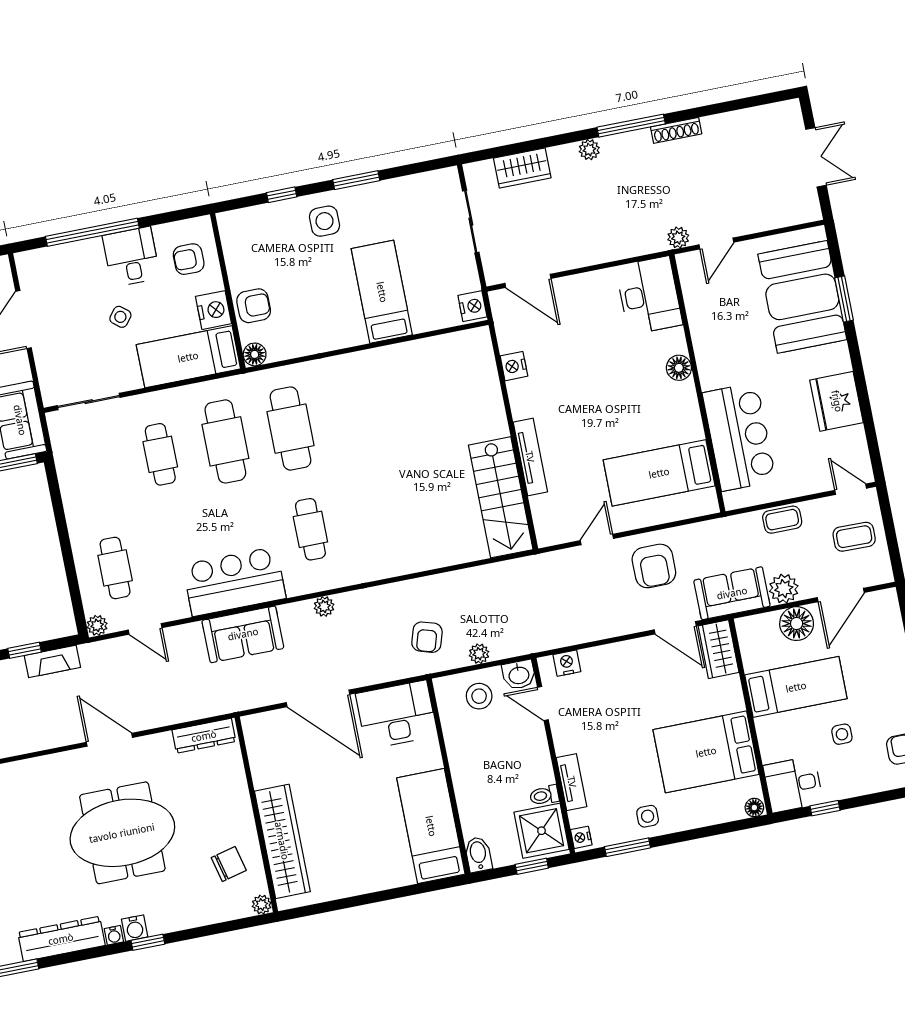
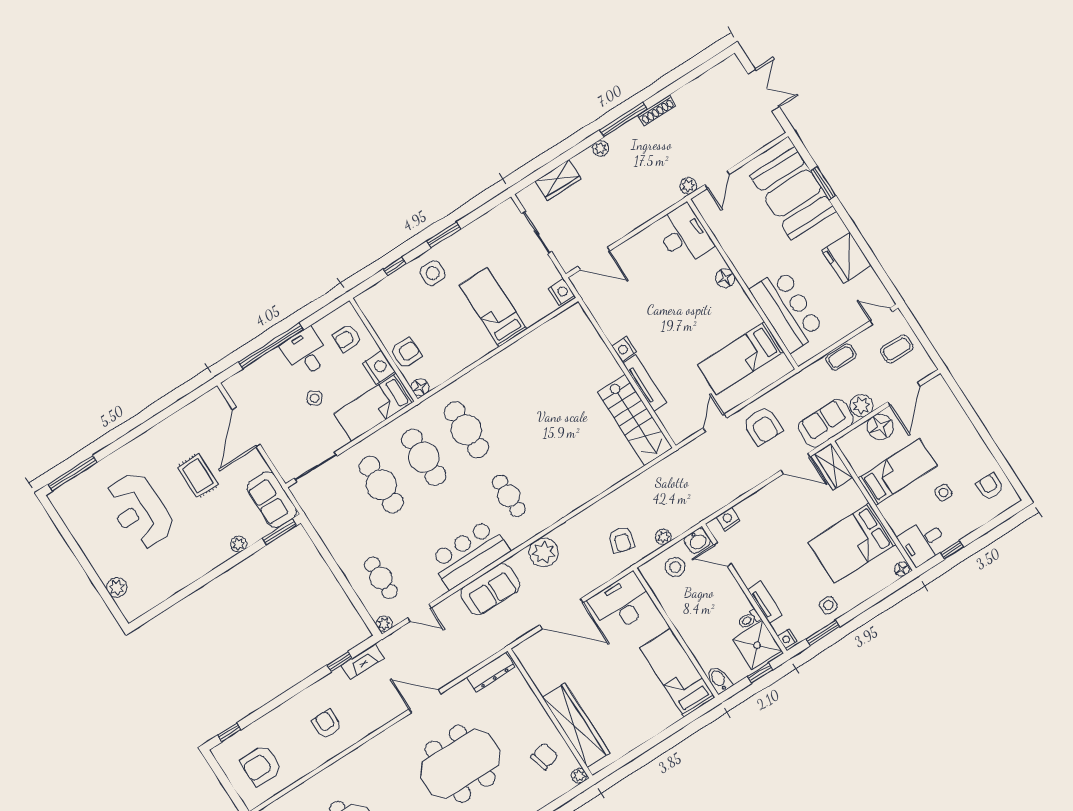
nightstand: (514, 366) -> (624, 349), moved
cafe table: (160, 454) -> (381, 485), width x1.37, depth x1.35
plant: (324, 606) -> (544, 552), width x1.88, depth x1.88

